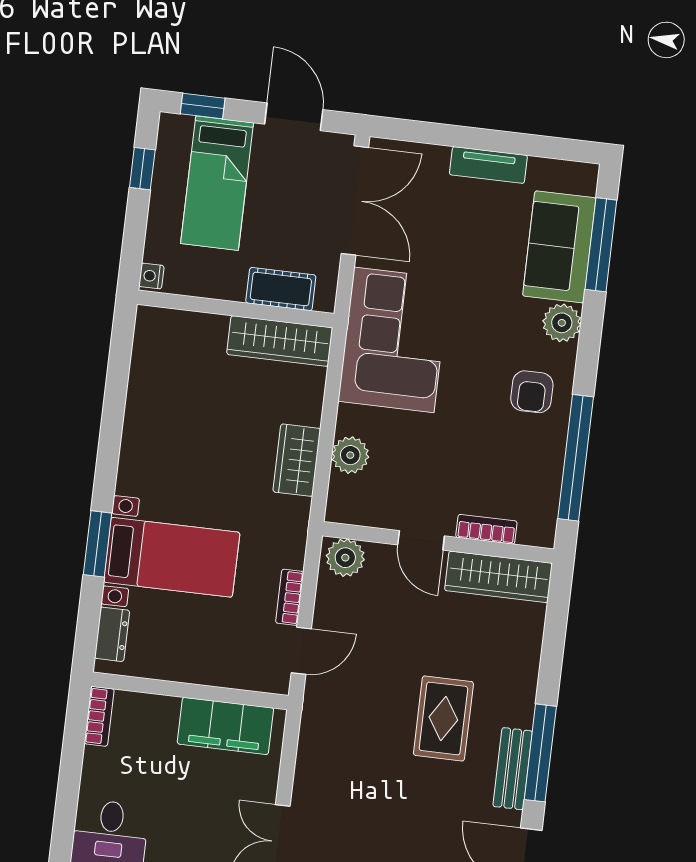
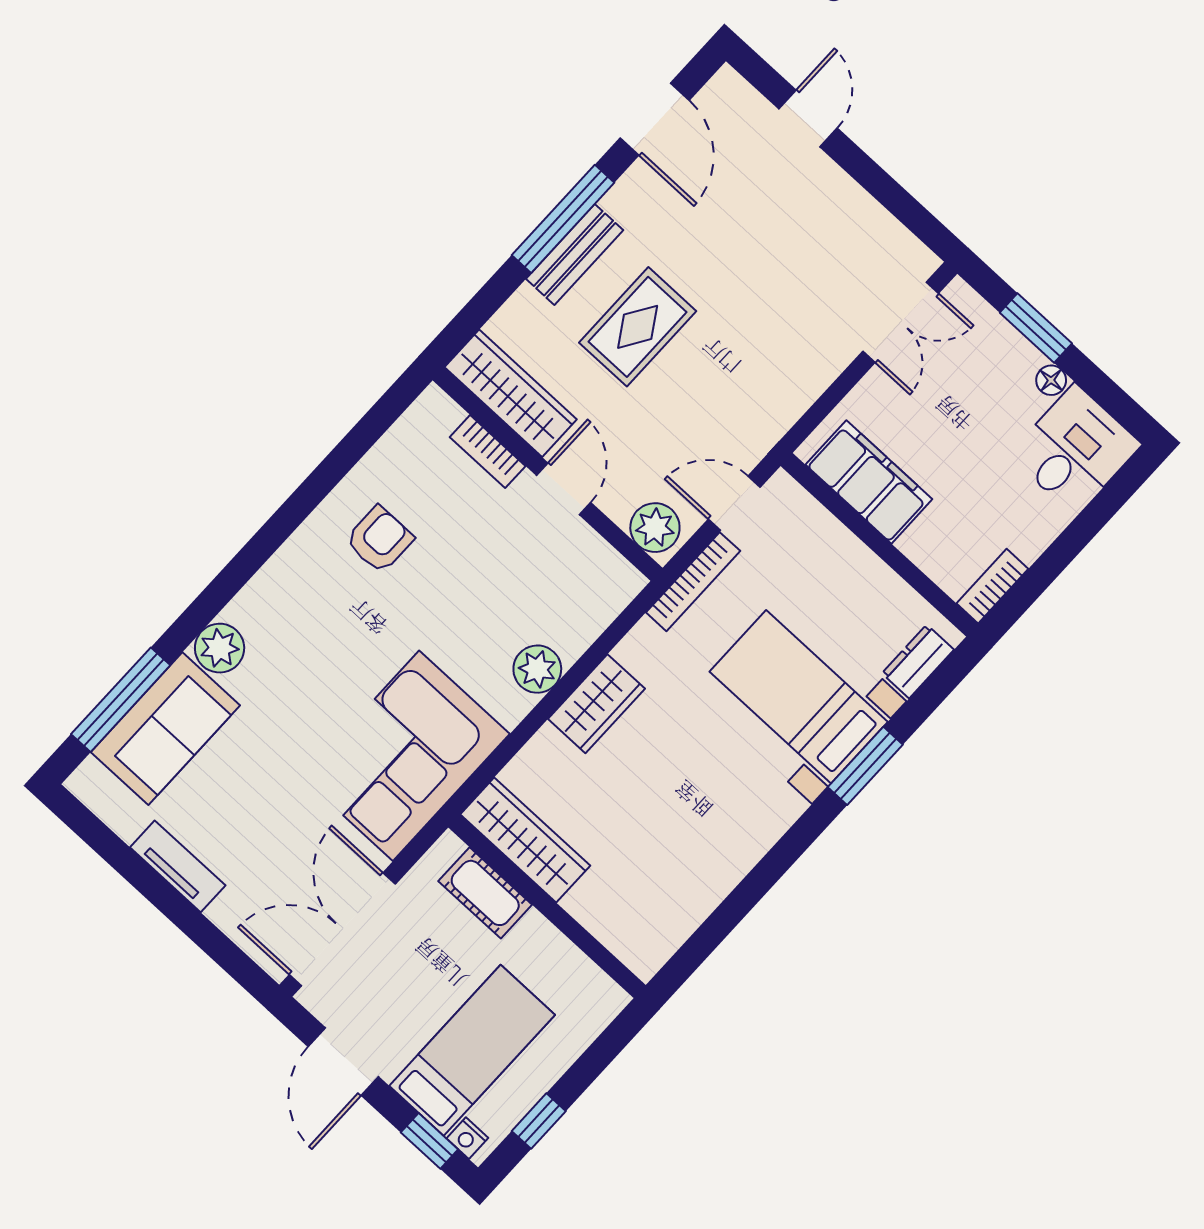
nightstand: (151, 276) -> (467, 1138), moved, turned 90
armchair: (532, 392) -> (379, 539), moved
window: (576, 458) -> (306, 498), removed
bookcase: (486, 529) -> (488, 452), moved
door: (421, 540) -> (564, 489), moved
wall: (438, 542) -> (548, 474), moved
plant: (345, 558) -> (655, 528), moved
wardrobe: (498, 577) -> (511, 393), moved
bookcase: (290, 597) -> (693, 582), width x1.56
bench: (513, 769) -> (575, 254), moved

